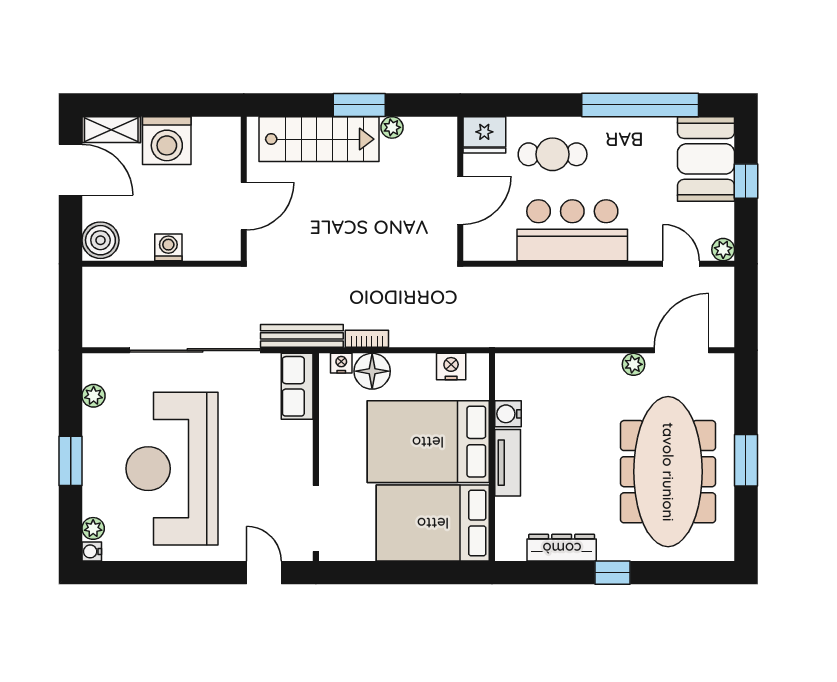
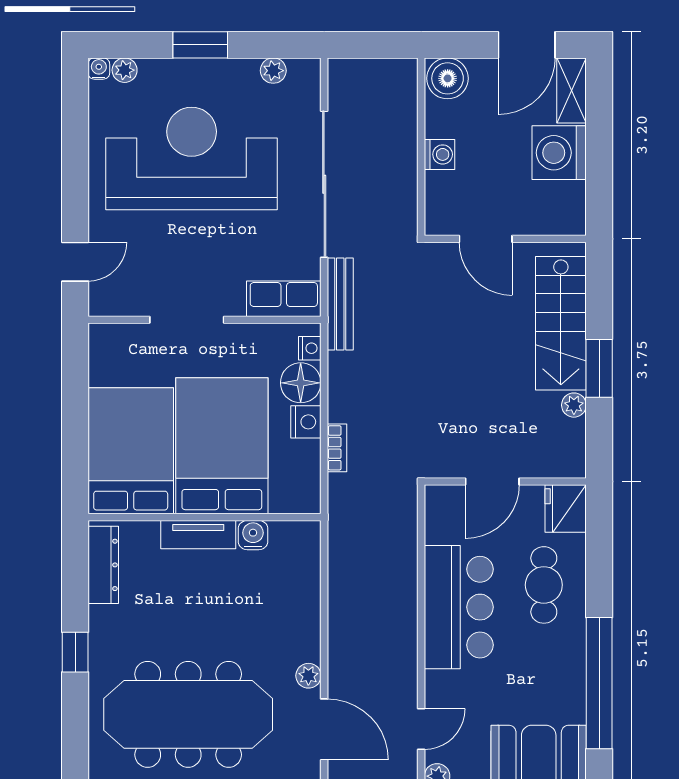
door: (460, 200) -> (492, 481), hinge flipped
bookcase: (367, 339) -> (337, 448), moved
nightstand: (451, 367) -> (306, 422), moved
doorway: (316, 518) -> (187, 320), moved
dresser: (562, 548) -> (103, 565), moved

